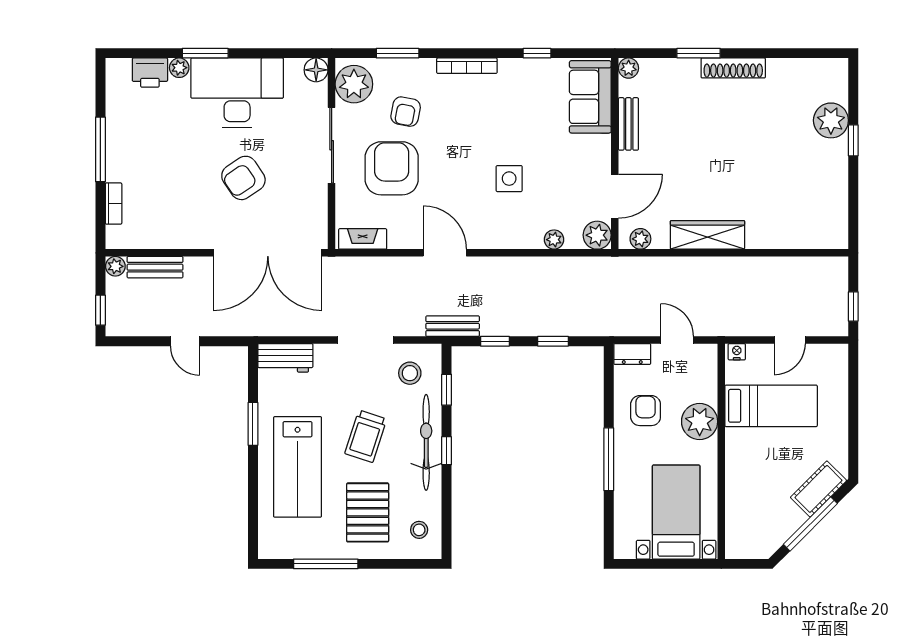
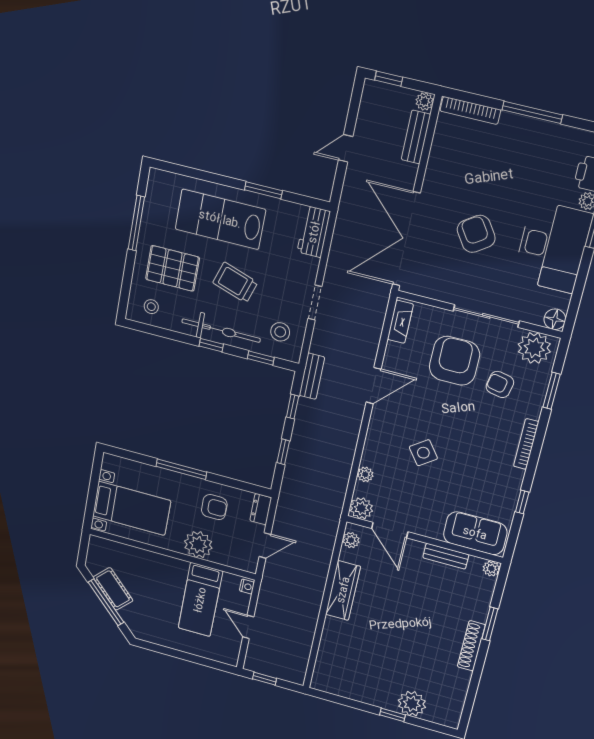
armchair: (392, 168) -> (454, 361), turned -90
side table: (509, 179) -> (423, 453), turned -36
bookcase: (114, 204) -> (470, 110), width x1.56
doorway: (366, 340) -> (315, 303), width x0.73
cot: (818, 489) -> (113, 589), moved

